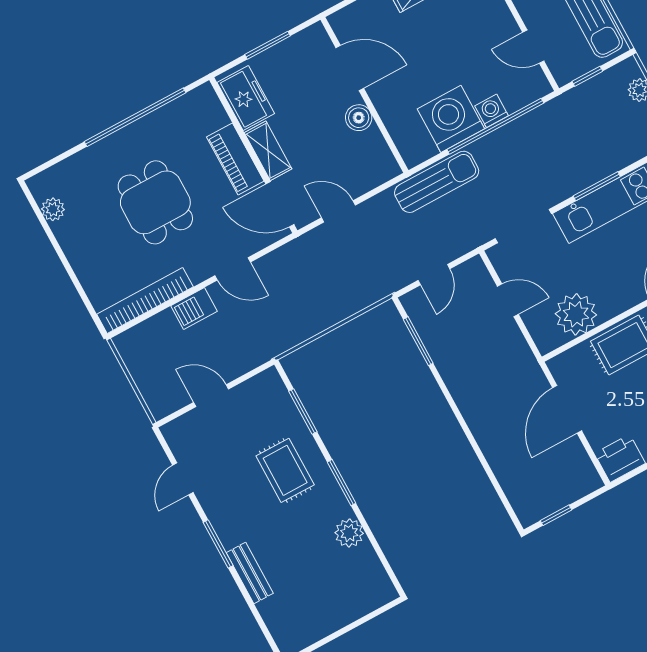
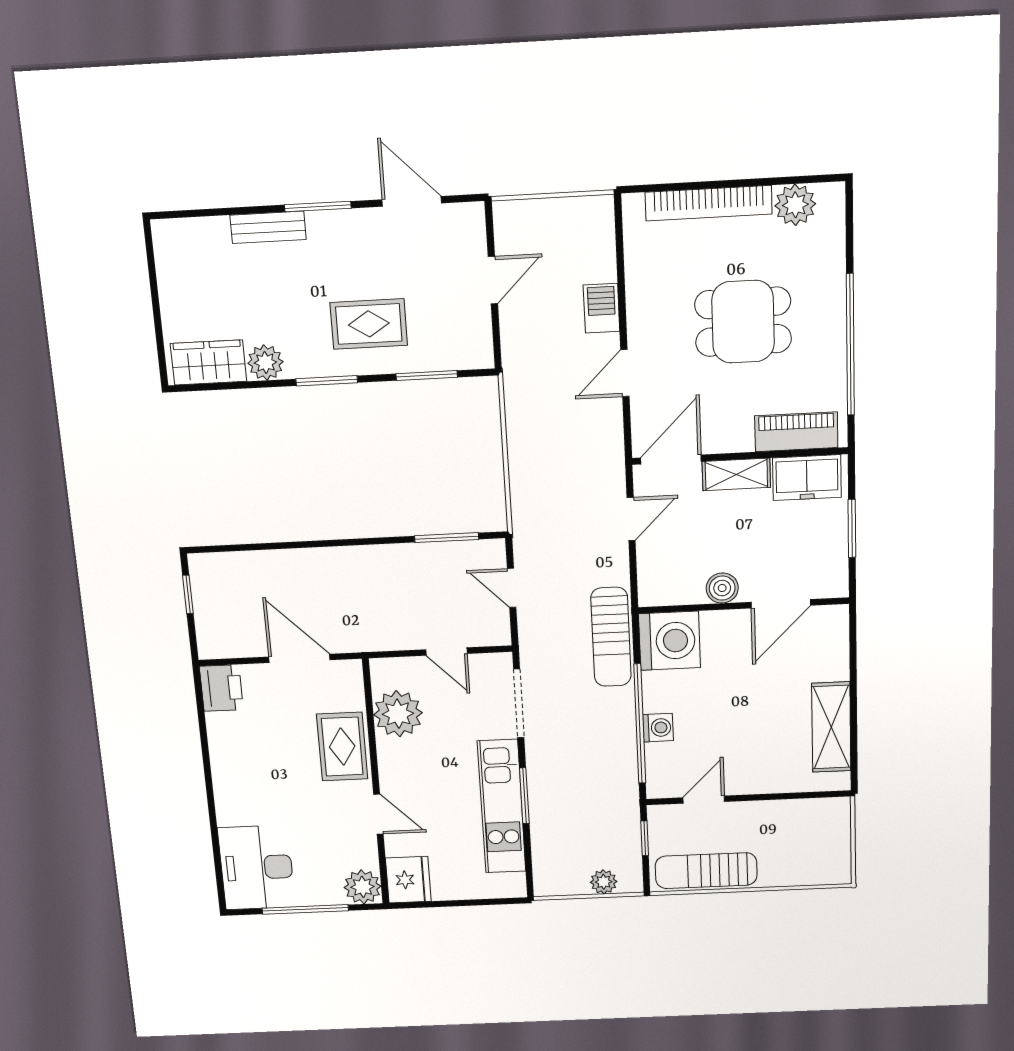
washing machine: (451, 119) -> (670, 641), moved
piano: (235, 159) -> (796, 432), moved
plant: (53, 209) -> (795, 205), width x1.38, depth x1.38
door: (508, 300) -> (446, 652), hinge flipped
bookcase: (145, 301) -> (709, 203), moved, turned 90
door: (183, 479) -> (412, 201), width x1.37
wardrobe: (369, 574) -> (208, 362), added

